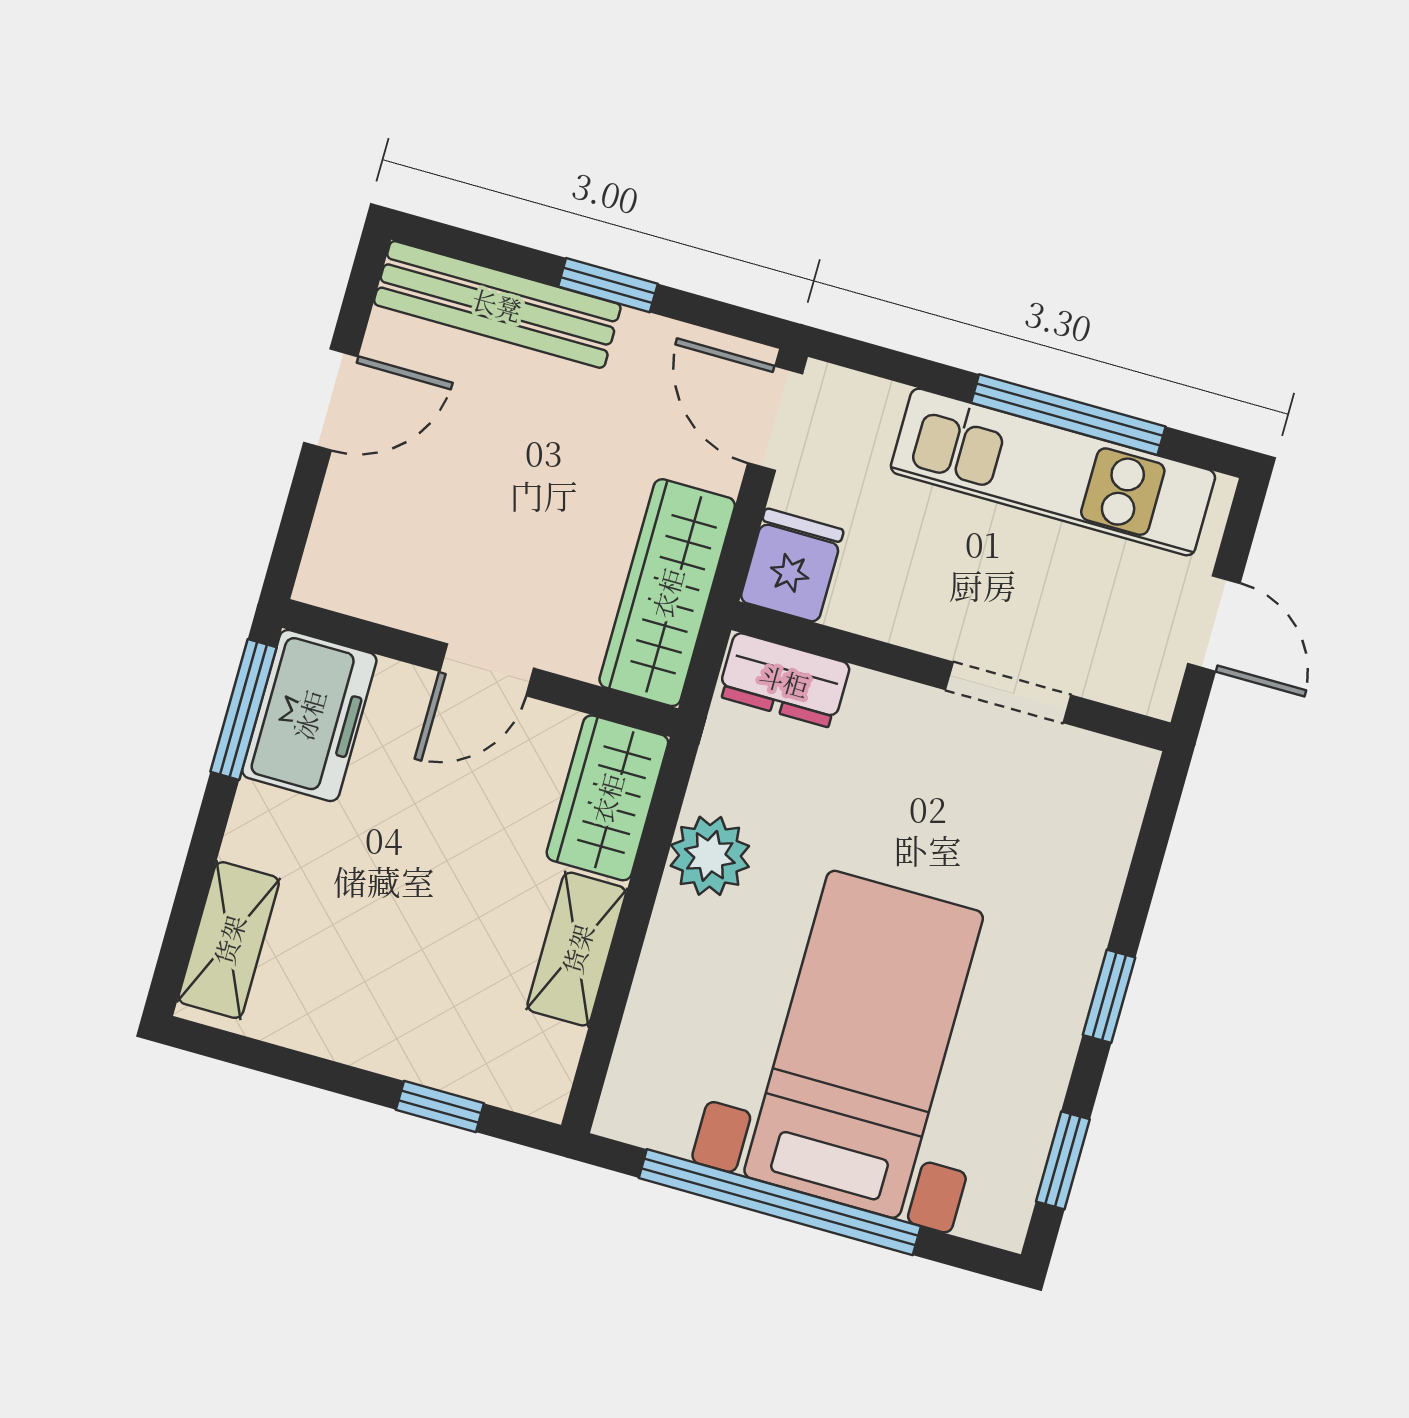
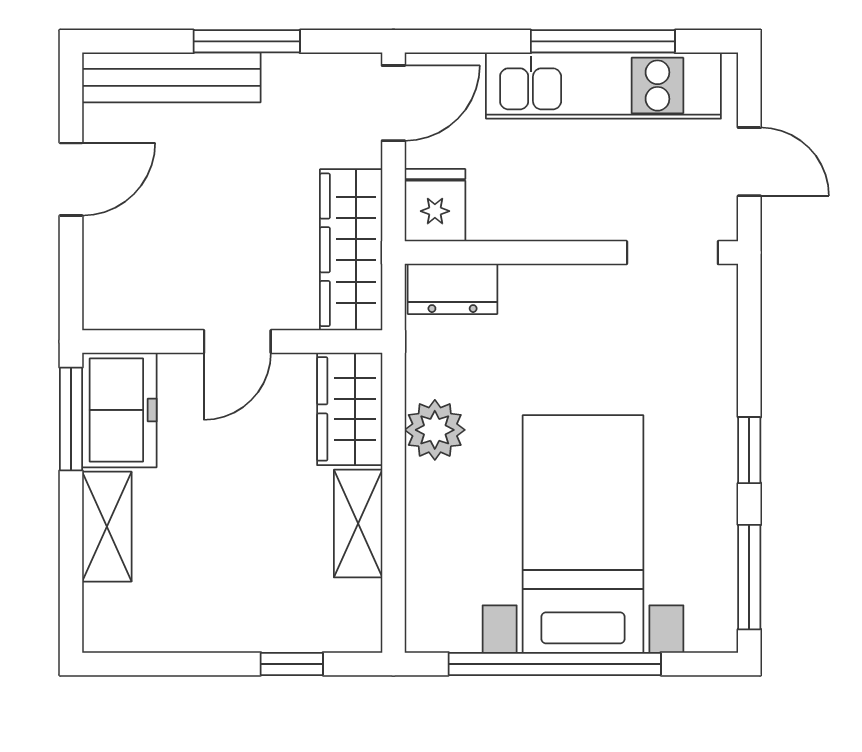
window: (608, 285) -> (247, 41), width x1.50
door: (775, 418) -> (393, 103), swing flipped
doorway: (1008, 692) -> (672, 253), moved
shelving: (229, 940) -> (107, 527), moved
window: (1063, 1160) -> (749, 577), width x1.50

